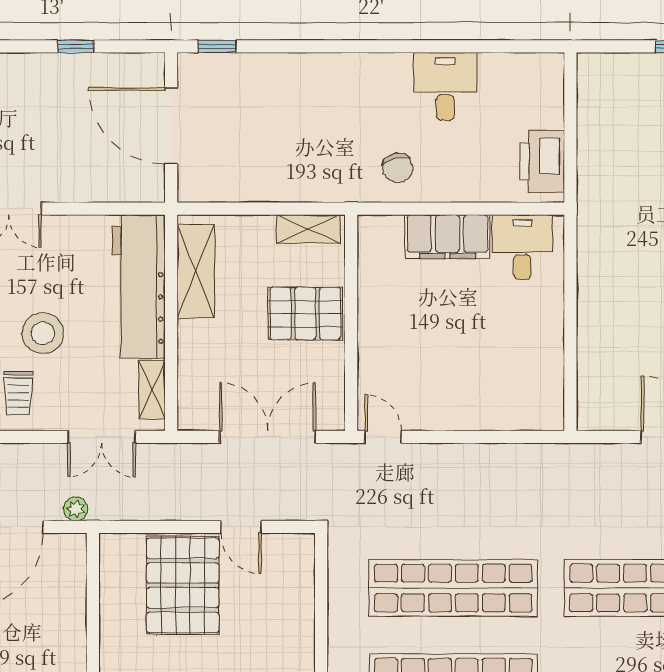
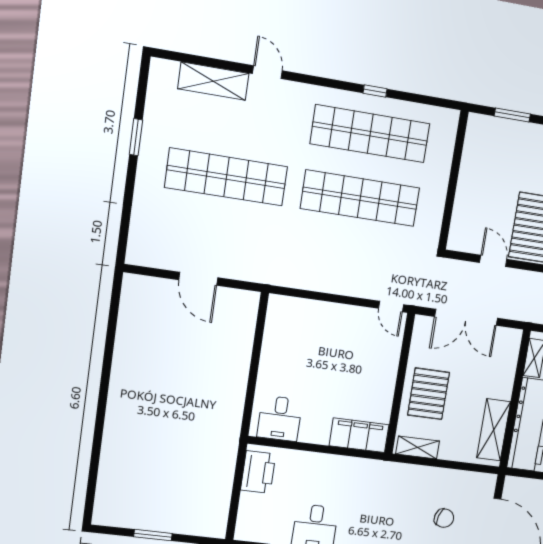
chair: (398, 168) -> (444, 518), moved, turned 120
filing cabinet: (447, 237) -> (359, 435), moved
pallet: (305, 314) -> (429, 394), turned 90

